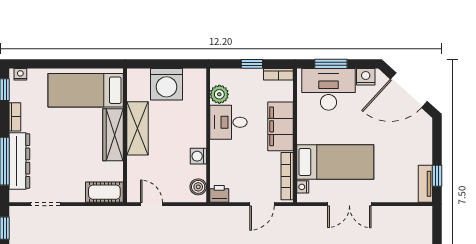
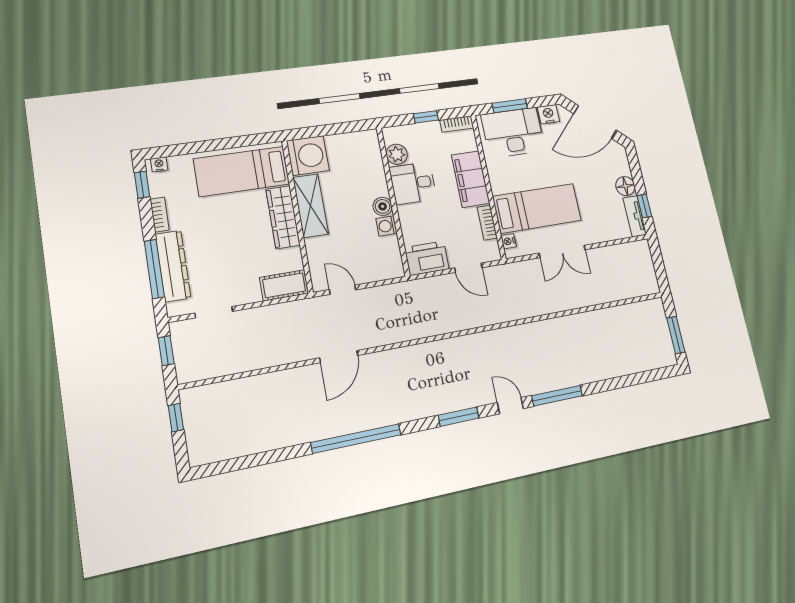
washing machine: (167, 84) -> (308, 156), moved, turned -90
floor lamp: (423, 155) -> (625, 186), added
bookcase: (287, 176) -> (487, 223), width x0.64
boiler: (198, 187) -> (383, 206), moved
printer: (219, 194) -> (427, 258), width x1.87, depth x1.48
door: (262, 204) -> (468, 268), hinge flipped

